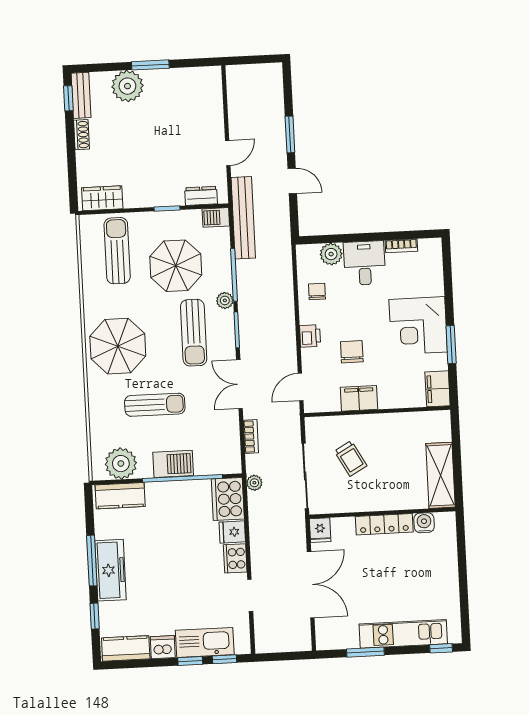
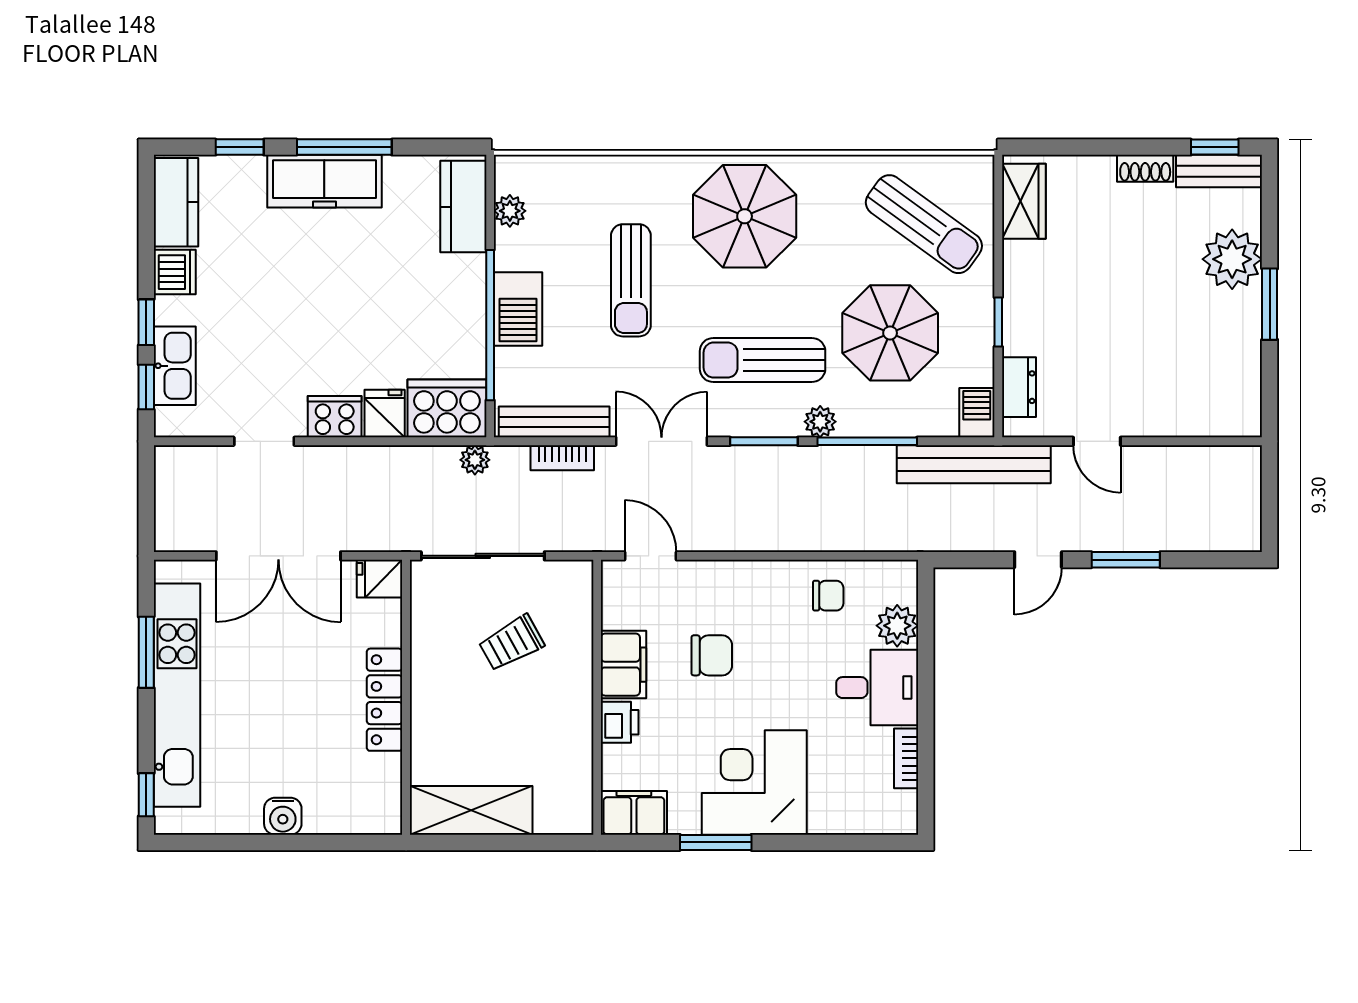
sun lounger: (117, 251) -> (924, 224), turned 36
printer: (310, 336) -> (620, 722), moved, turned -90
bench: (232, 442) -> (554, 422), added
plant: (121, 464) -> (510, 211), width x0.53, depth x0.53
water cooler: (424, 523) -> (283, 816), moved, turned 90
kitchen unit: (403, 634) -> (177, 695), width x1.36
kitchen sink: (205, 642) -> (175, 366), width x0.73, depth x0.81

